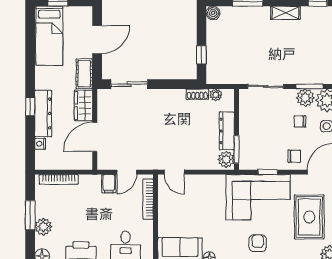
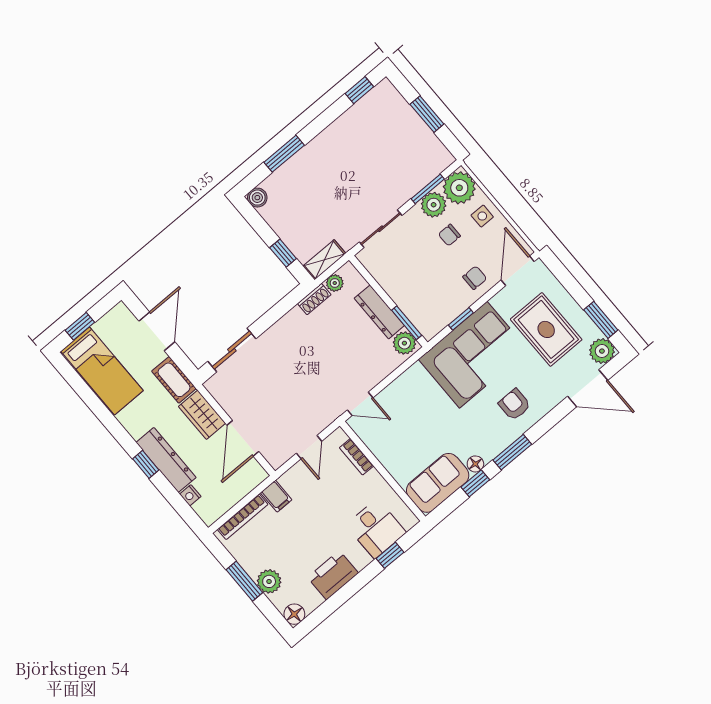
shelving: (285, 13) -> (324, 260), moved
filing cabinet: (109, 184) -> (276, 496), moved
bookcase: (148, 199) -> (357, 457), width x0.64

